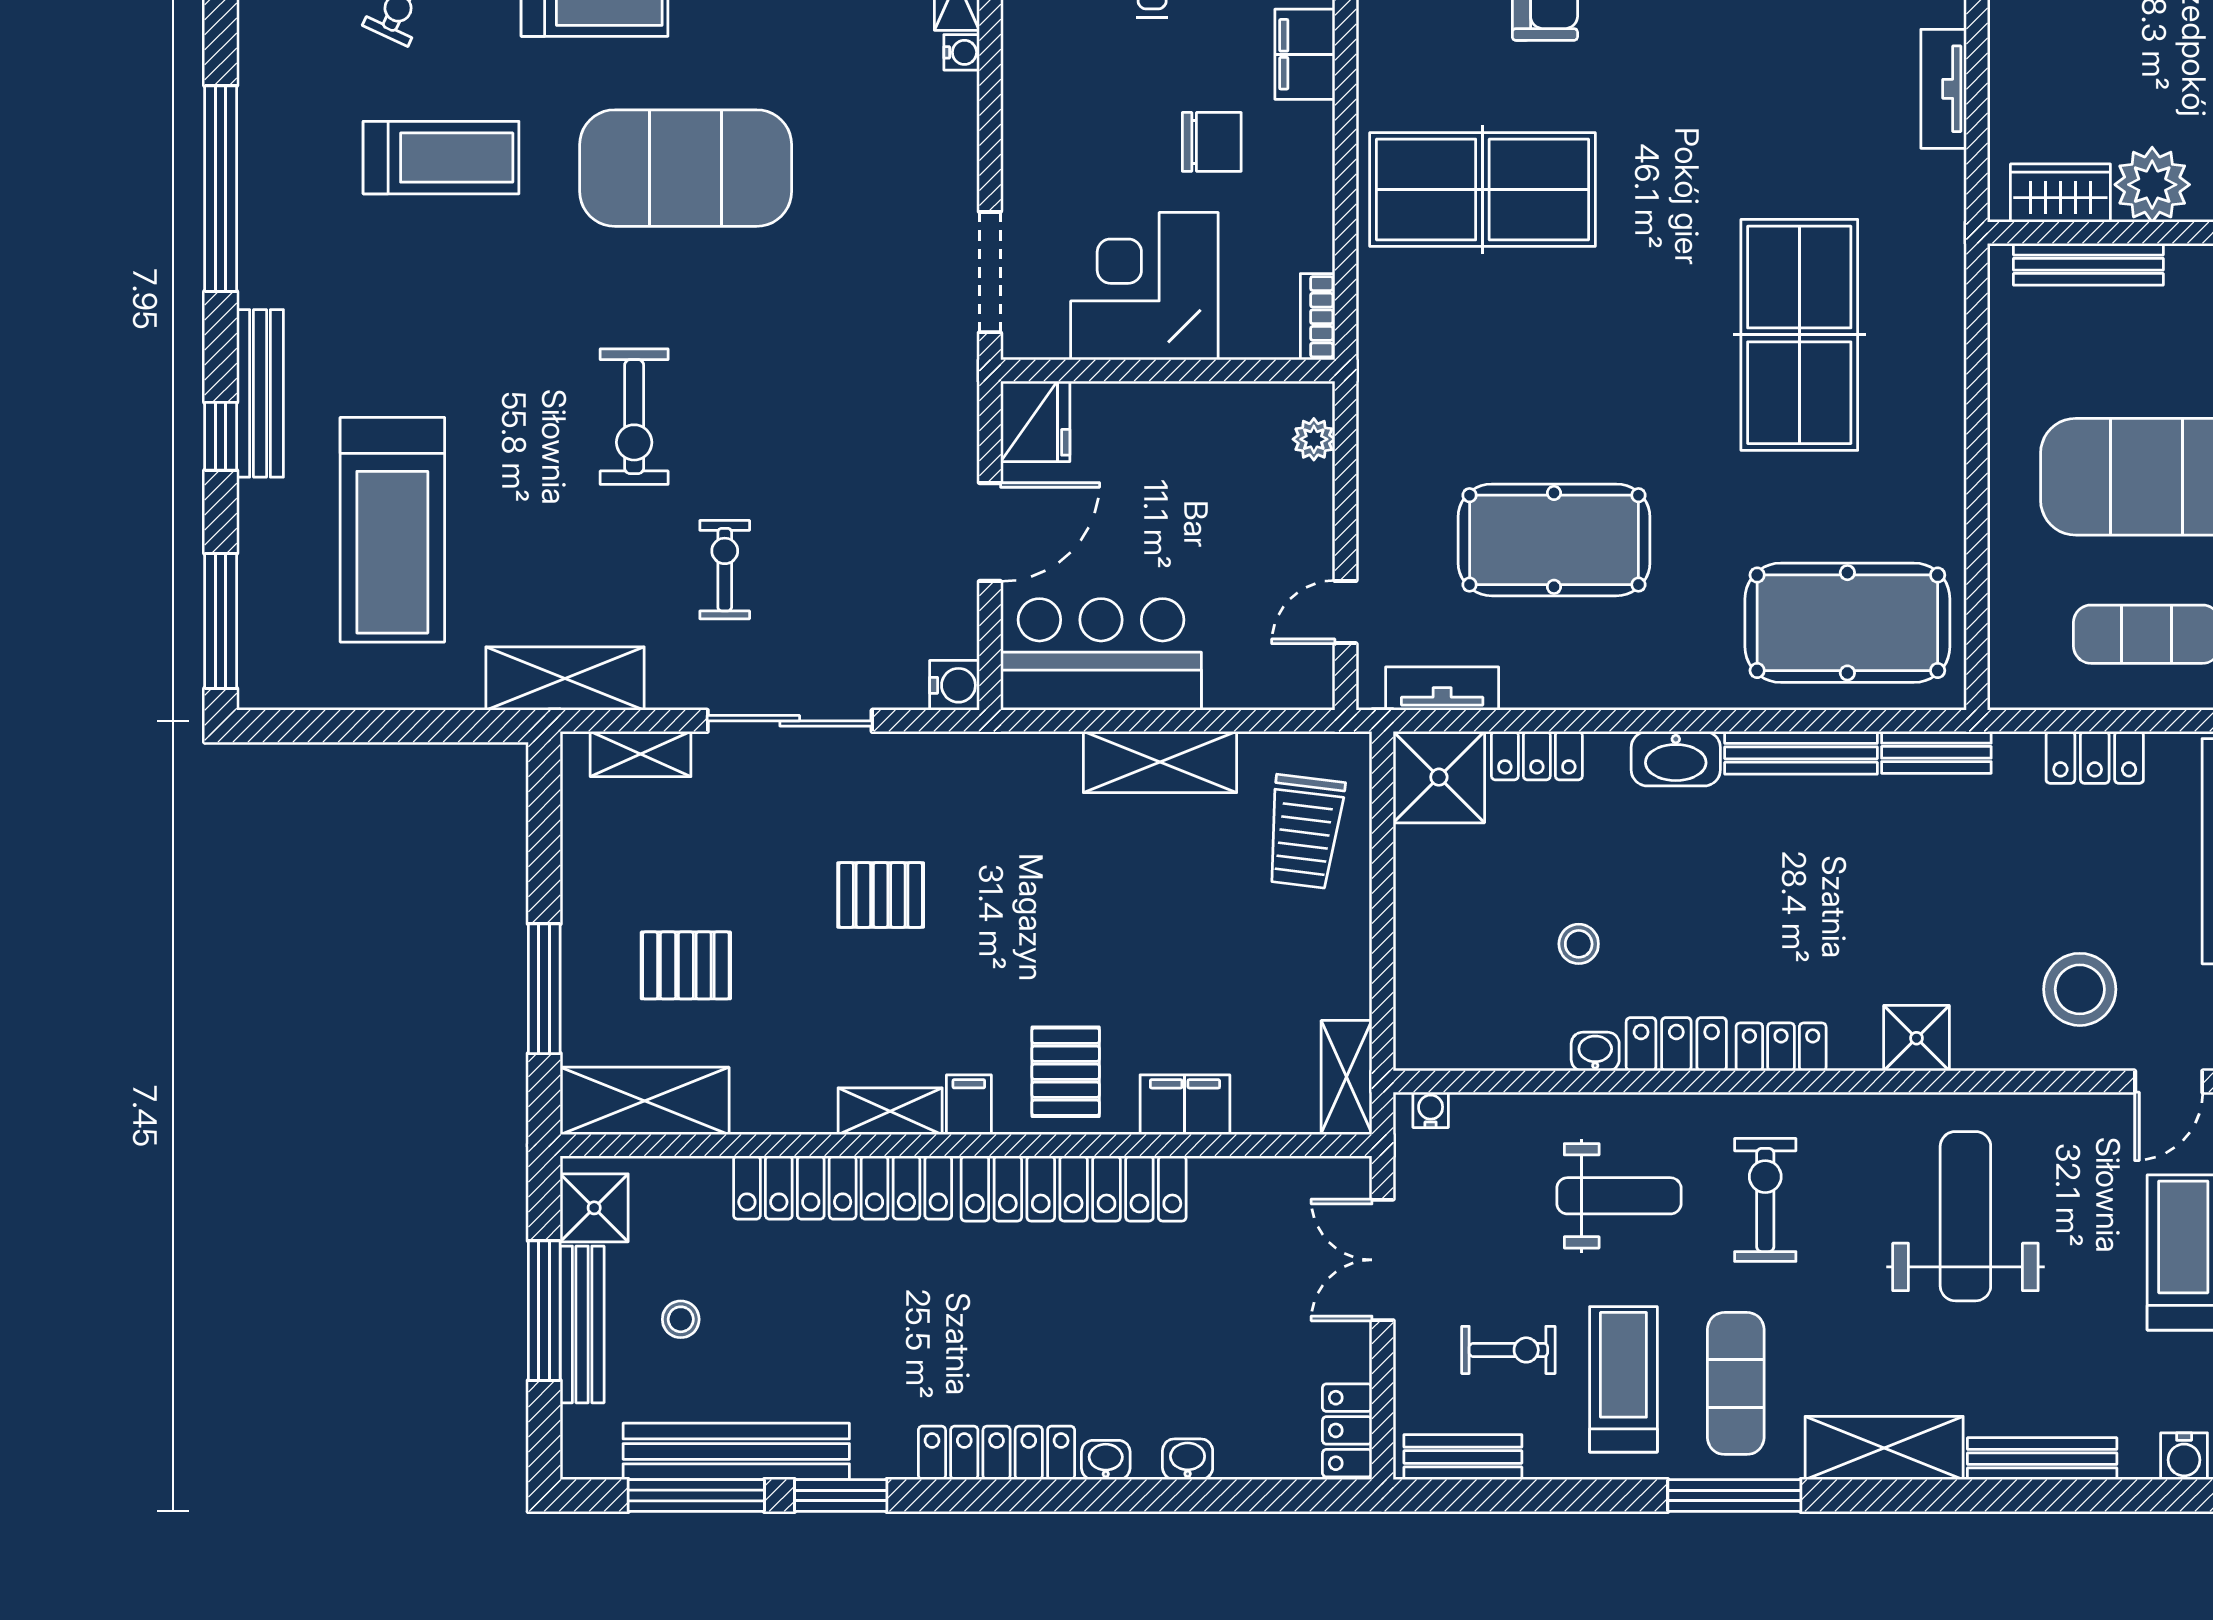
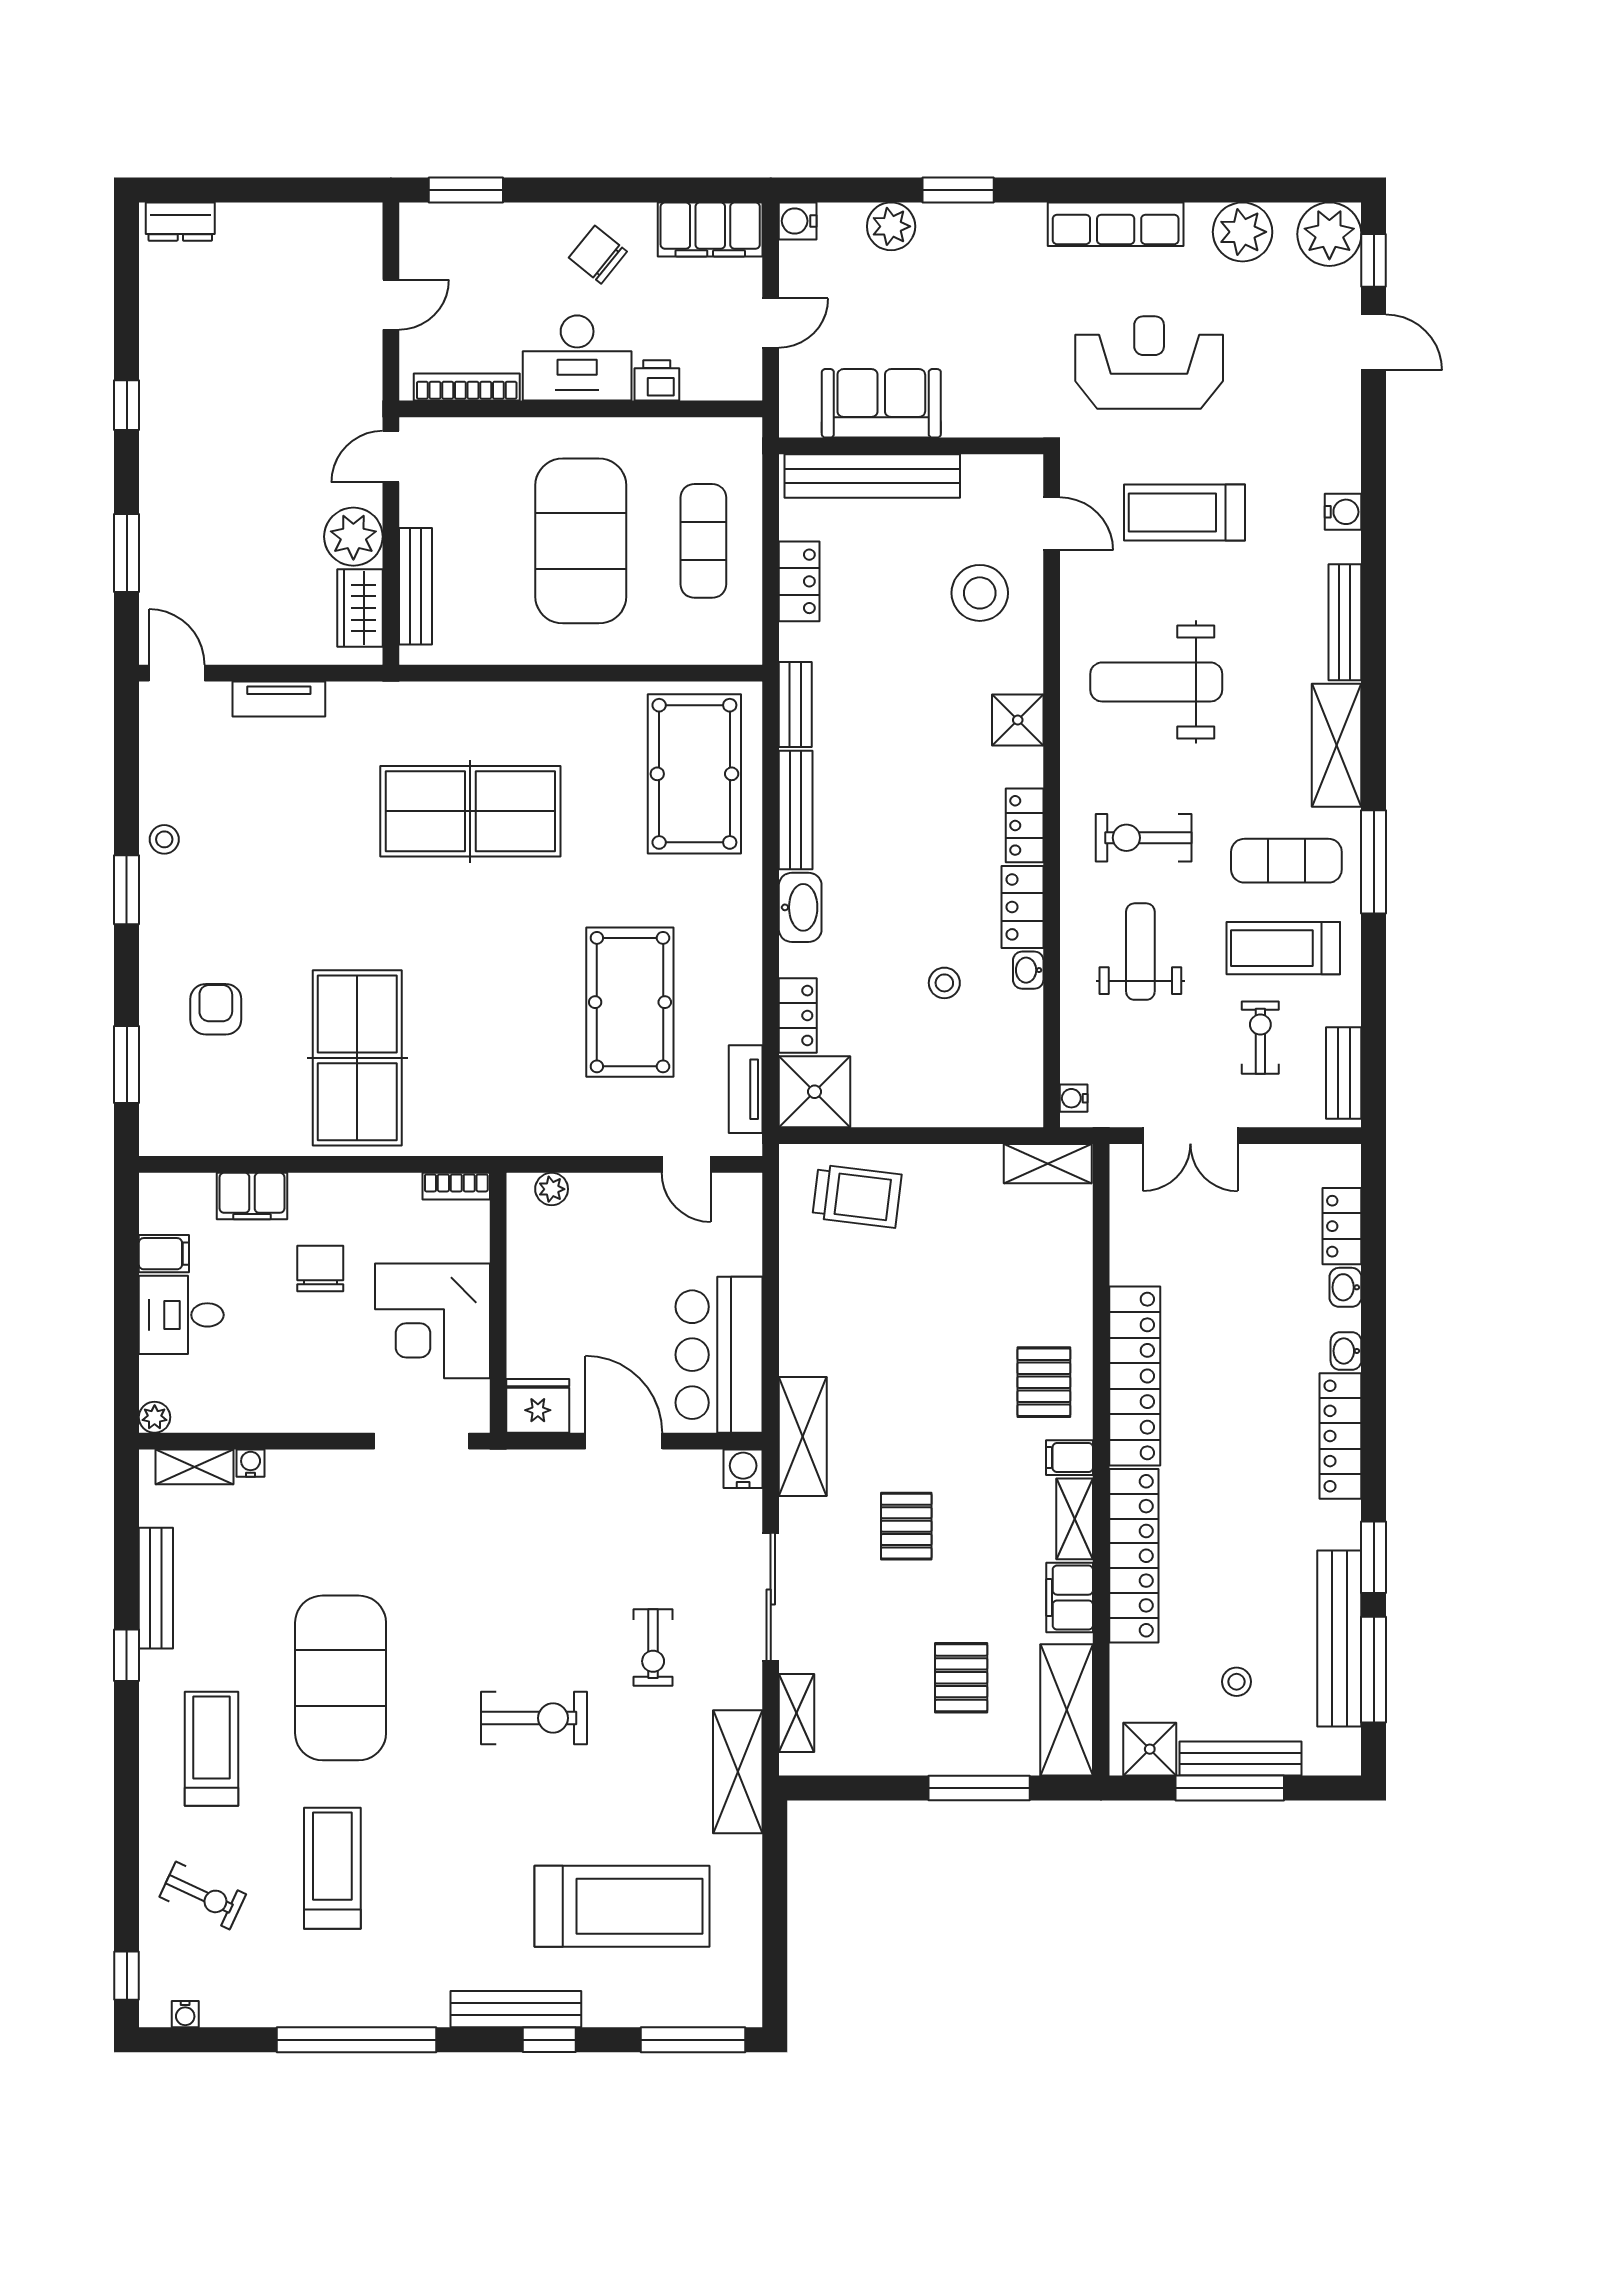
exercise bike: (725, 570) -> (653, 1647), turned -90
shelving: (1160, 762) -> (803, 1436), moved
pallet: (1066, 1072) -> (1044, 1382), turned 90
filing cabinet: (1185, 1105) -> (1070, 1598), moved
locker: (1347, 1430) -> (1342, 1226), moved, turned 90

